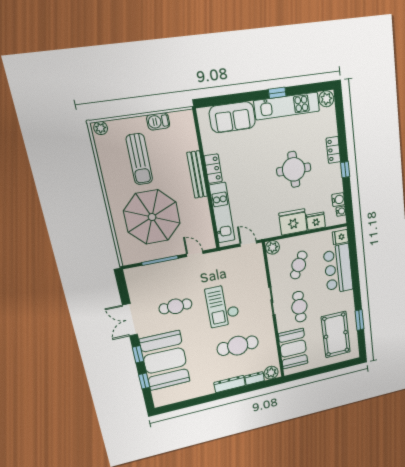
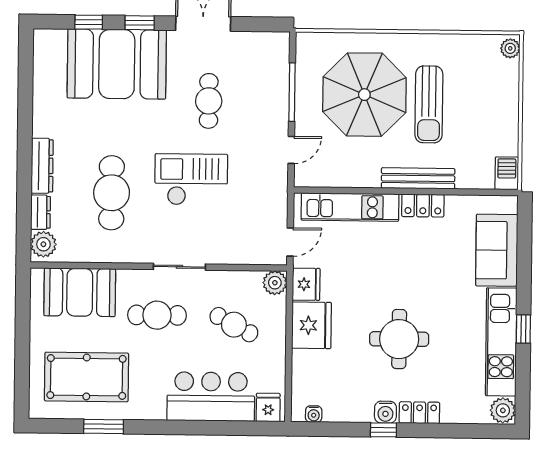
barbecue: (158, 121) -> (507, 173), moved
sun lounger: (139, 159) -> (429, 104), moved, turned -90
water cooler: (338, 200) -> (385, 412), moved
fridge: (316, 221) -> (306, 284), moved

